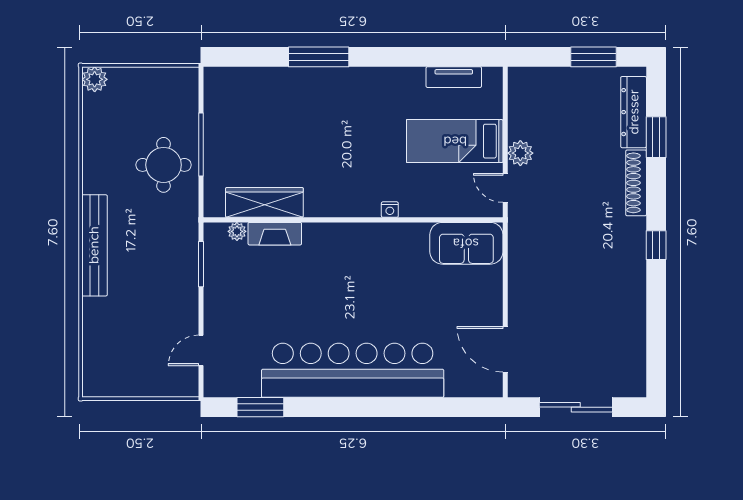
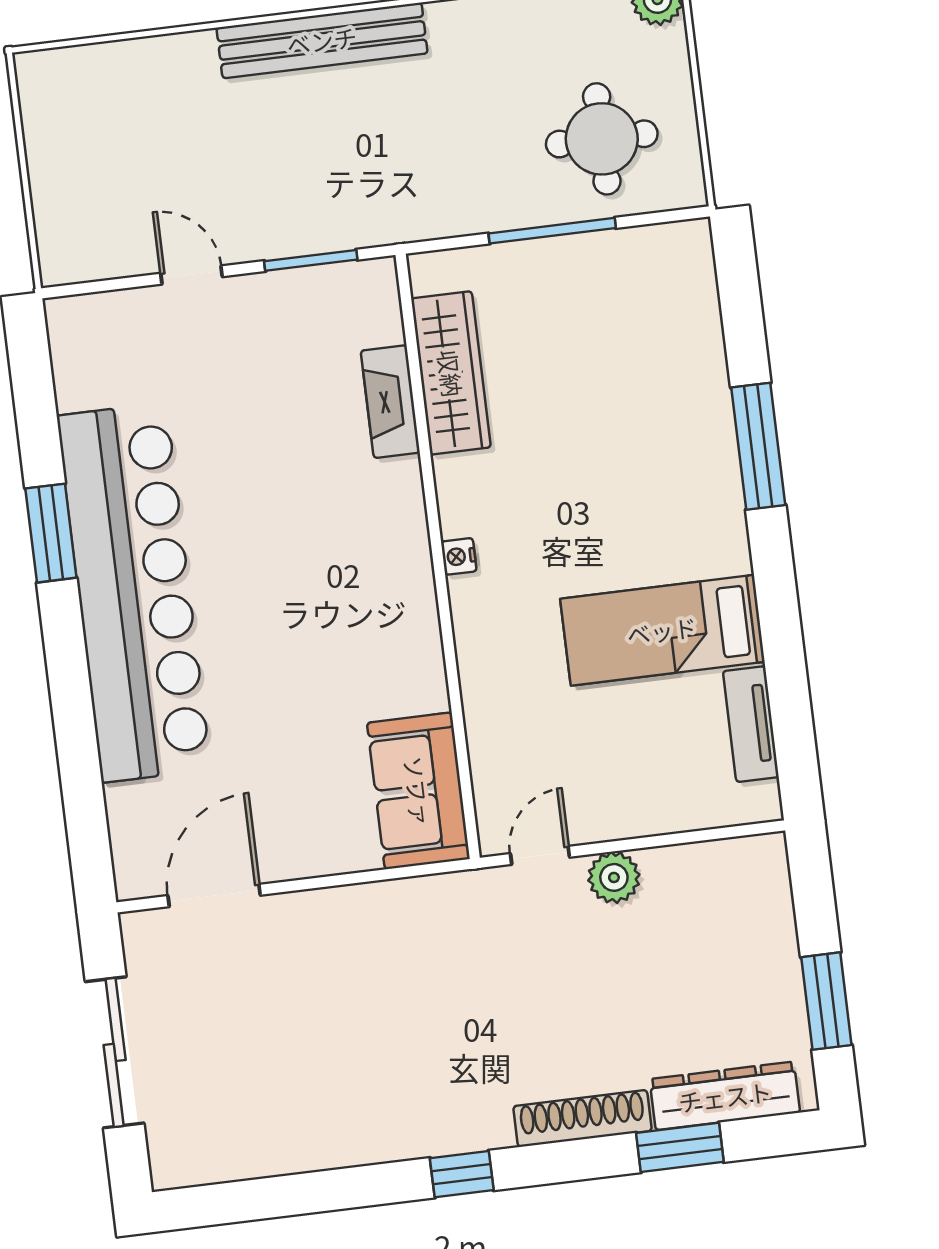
bed: (455, 141) -> (662, 630), moved, turned -90
round table: (164, 165) -> (602, 139), moved
nightstand: (390, 210) -> (459, 556), moved
plant: (237, 231) -> (386, 325), removed
door: (201, 350) -> (192, 275), moved
window: (260, 407) -> (51, 533), moved

